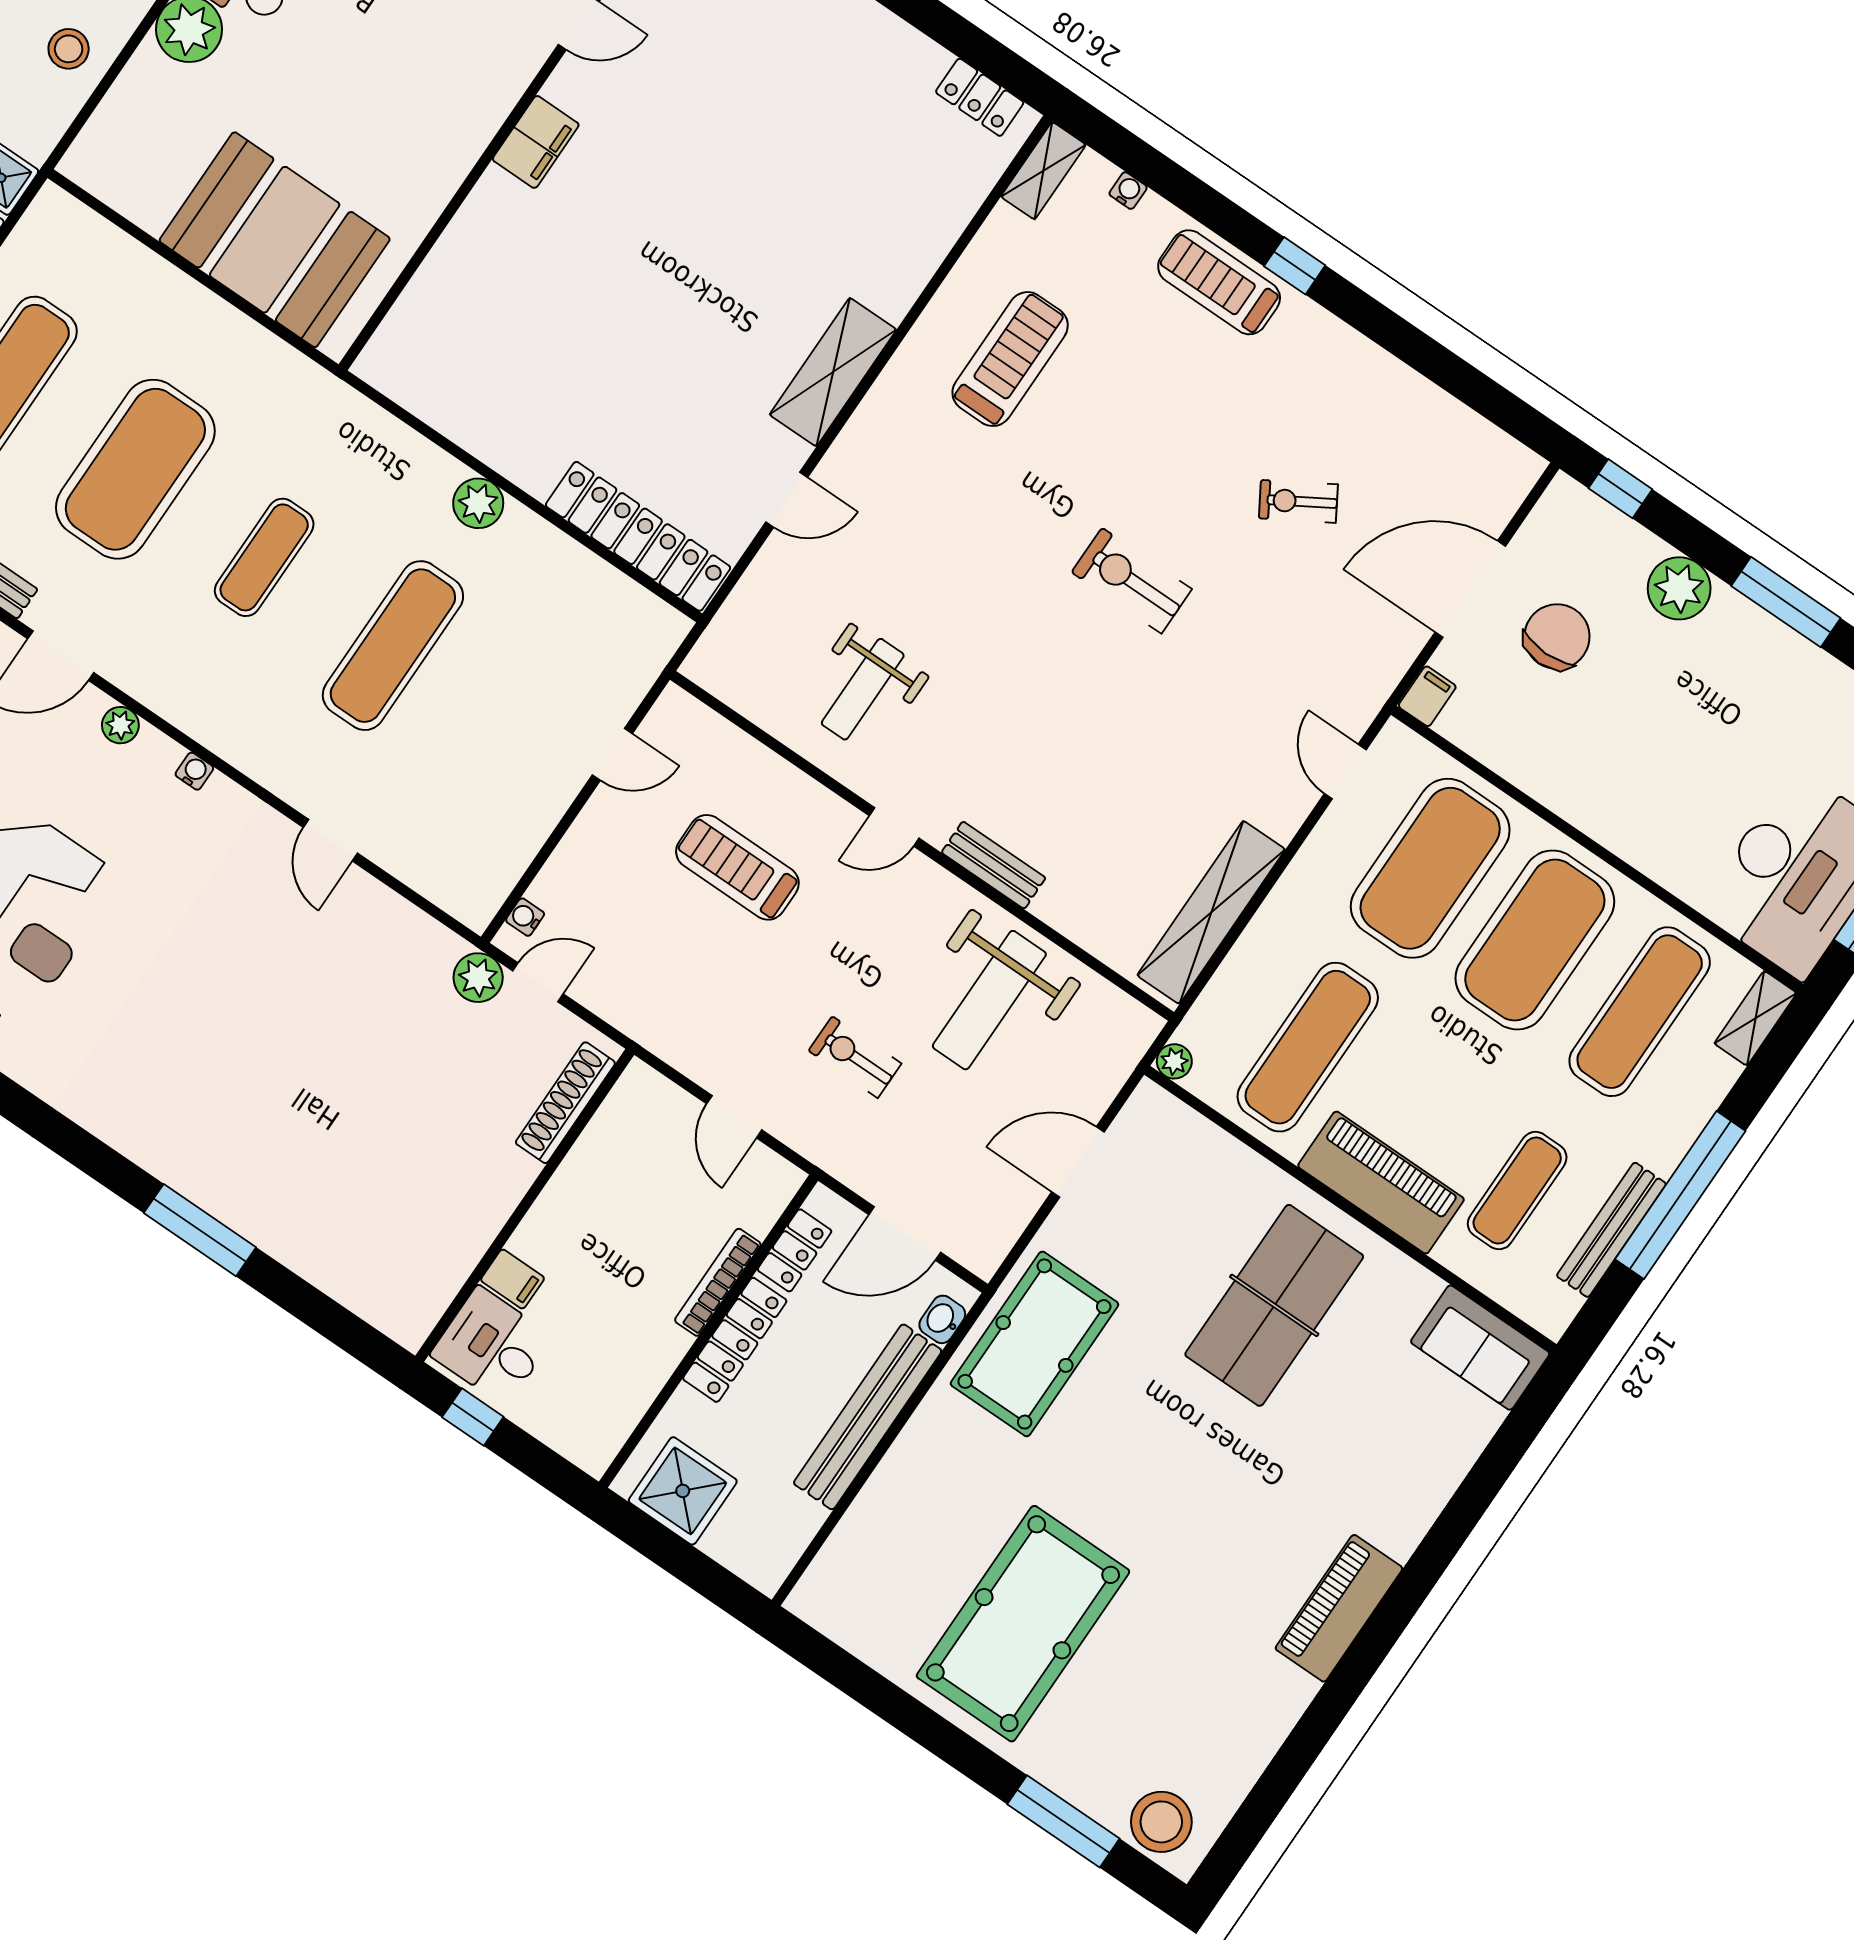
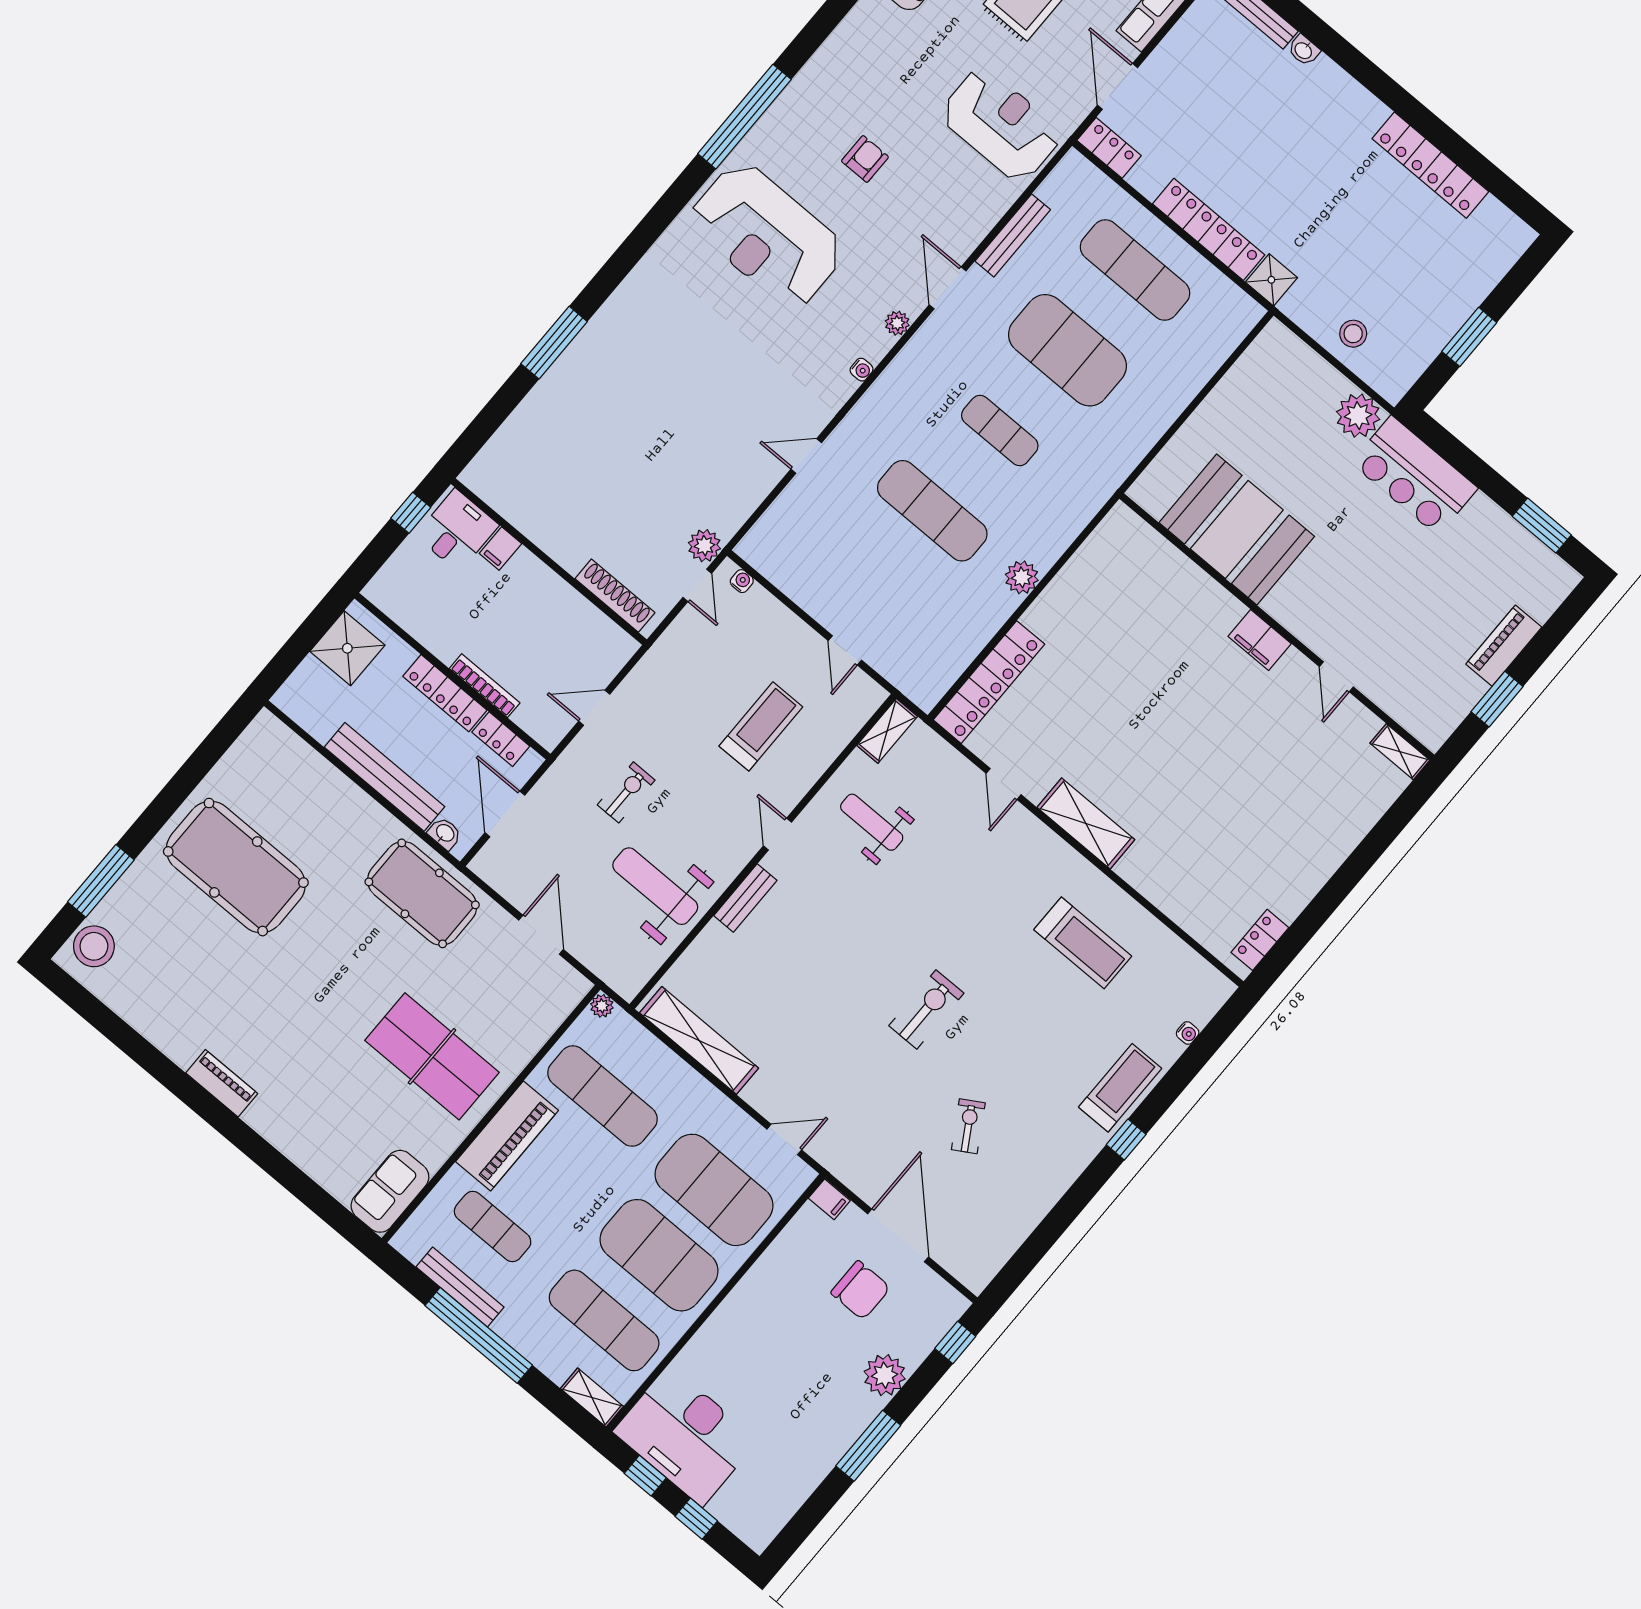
shelving: (1043, 171) -> (887, 731), moved, turned 90
booth: (275, 240) -> (1237, 529), moved, turned 90
piano: (1339, 1608) -> (222, 1083), width x0.73, depth x0.75

